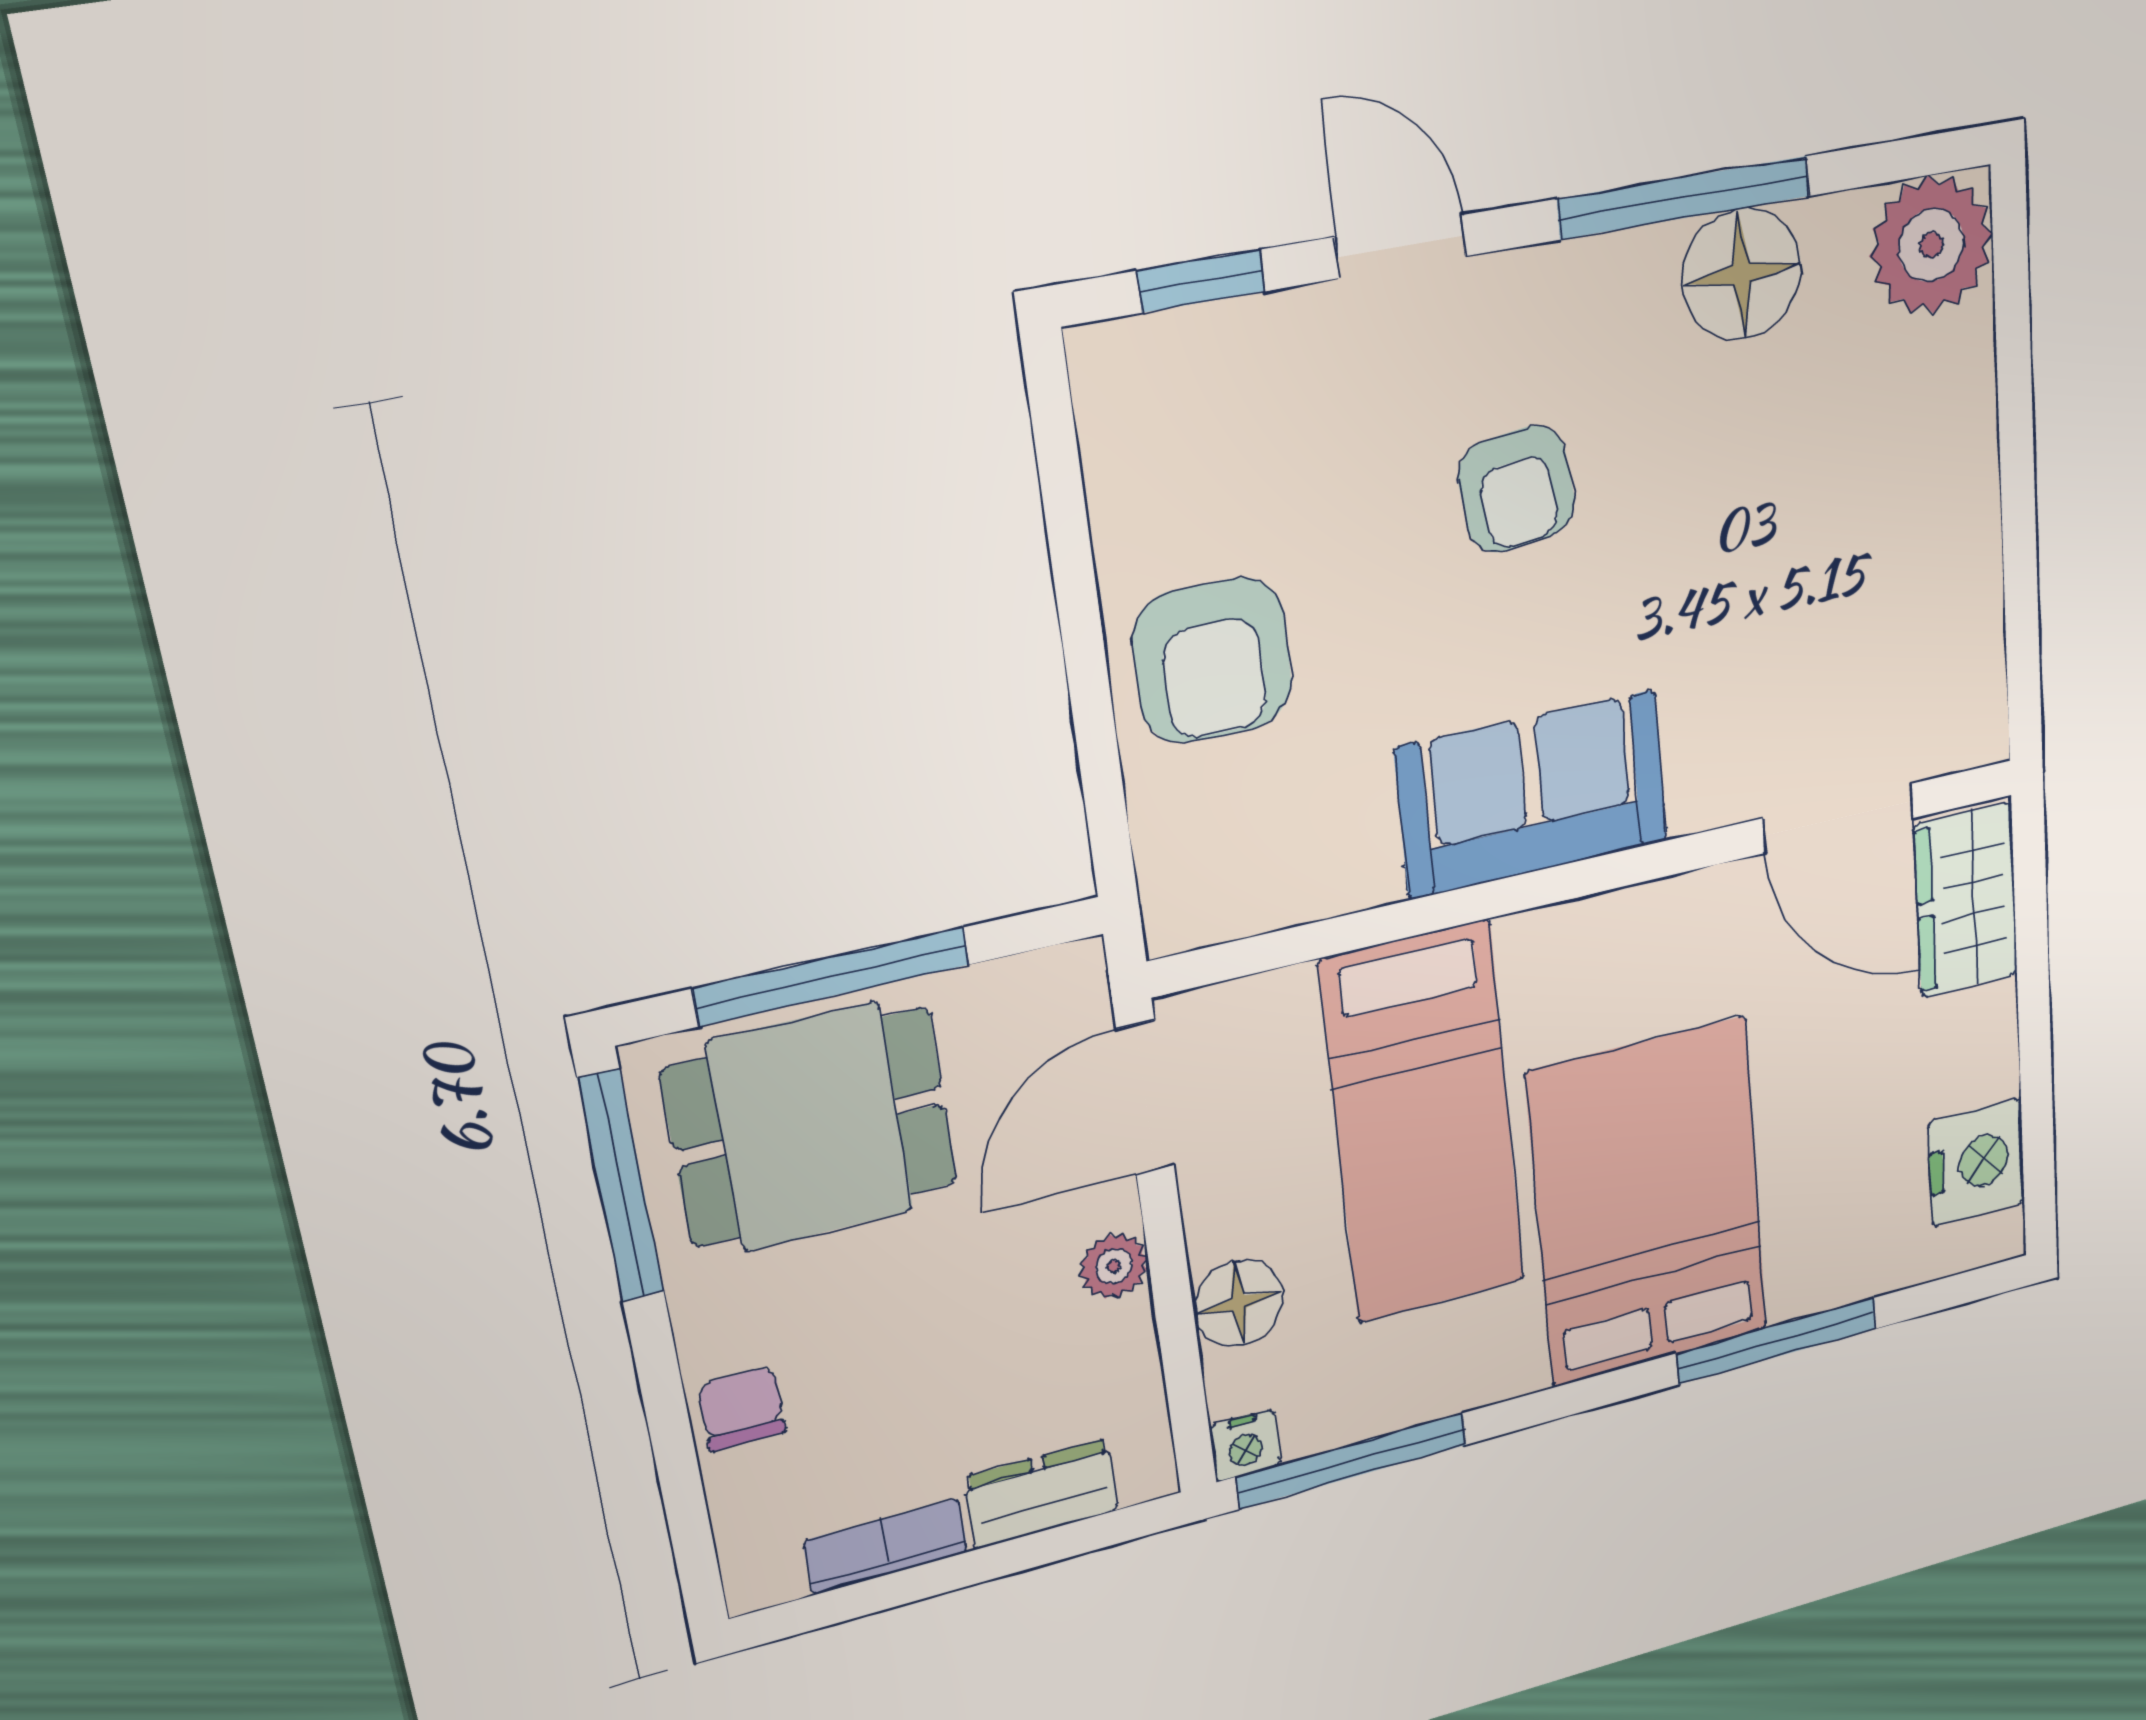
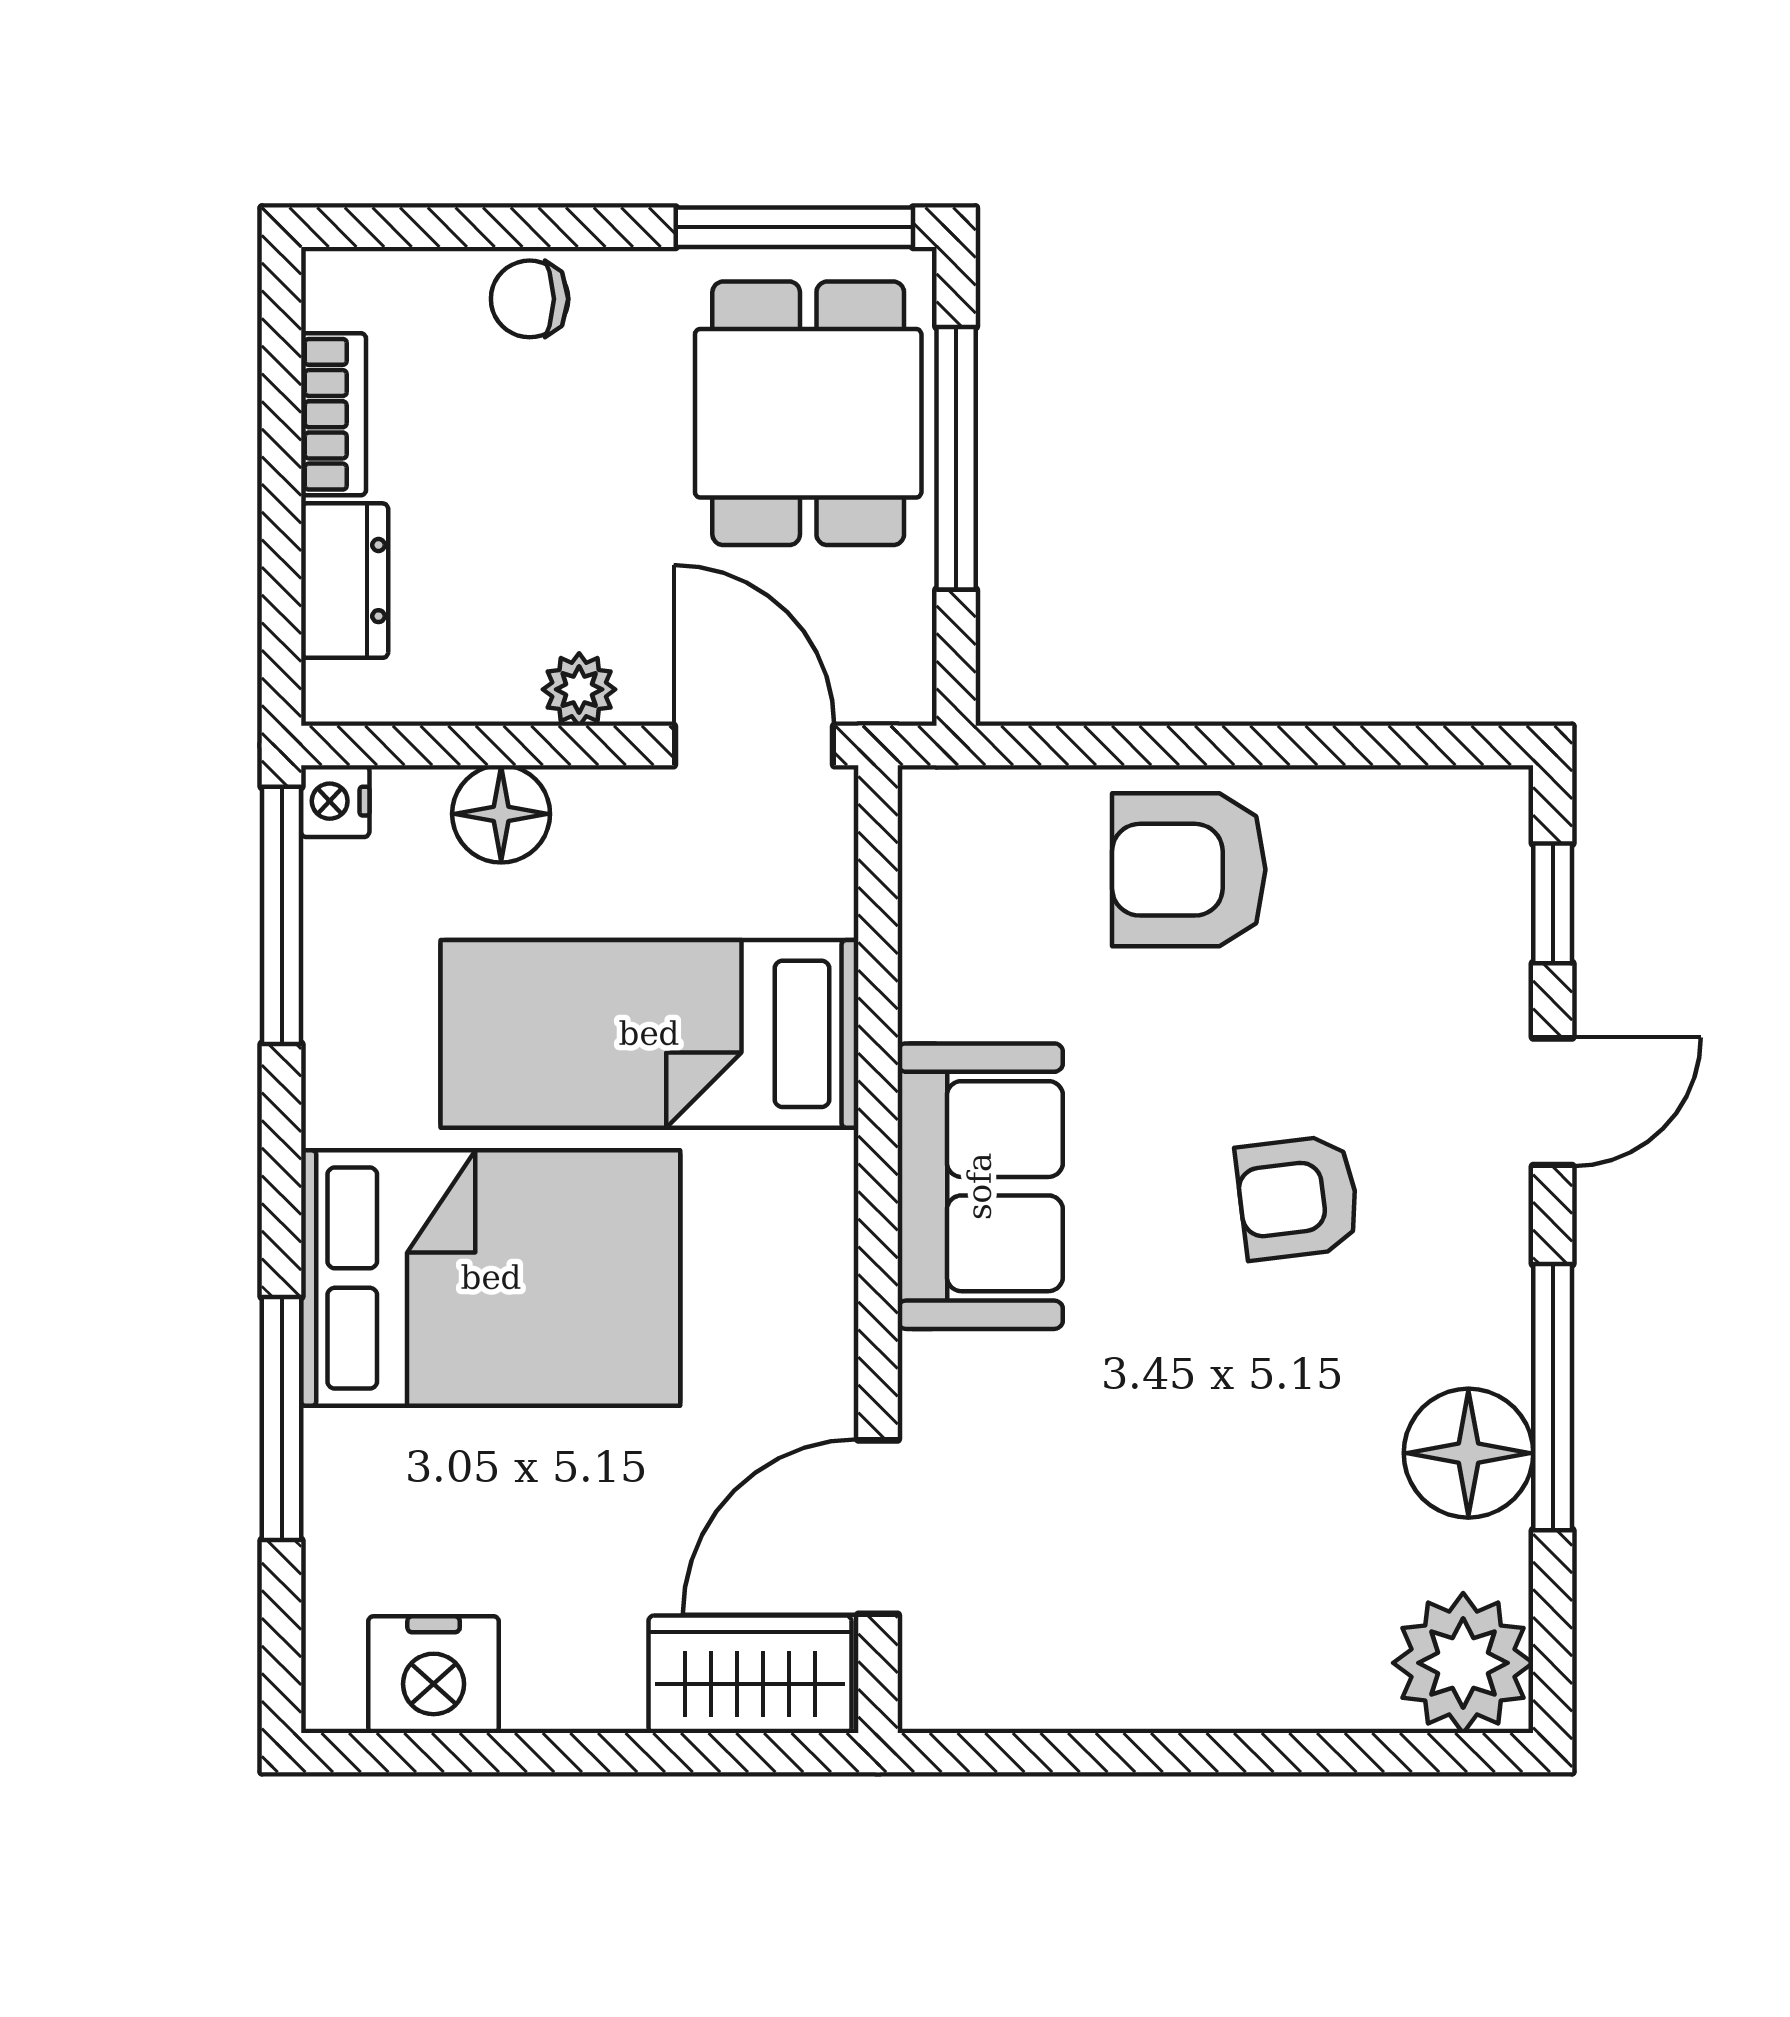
chair: (742, 1408) -> (530, 299), turned 180

